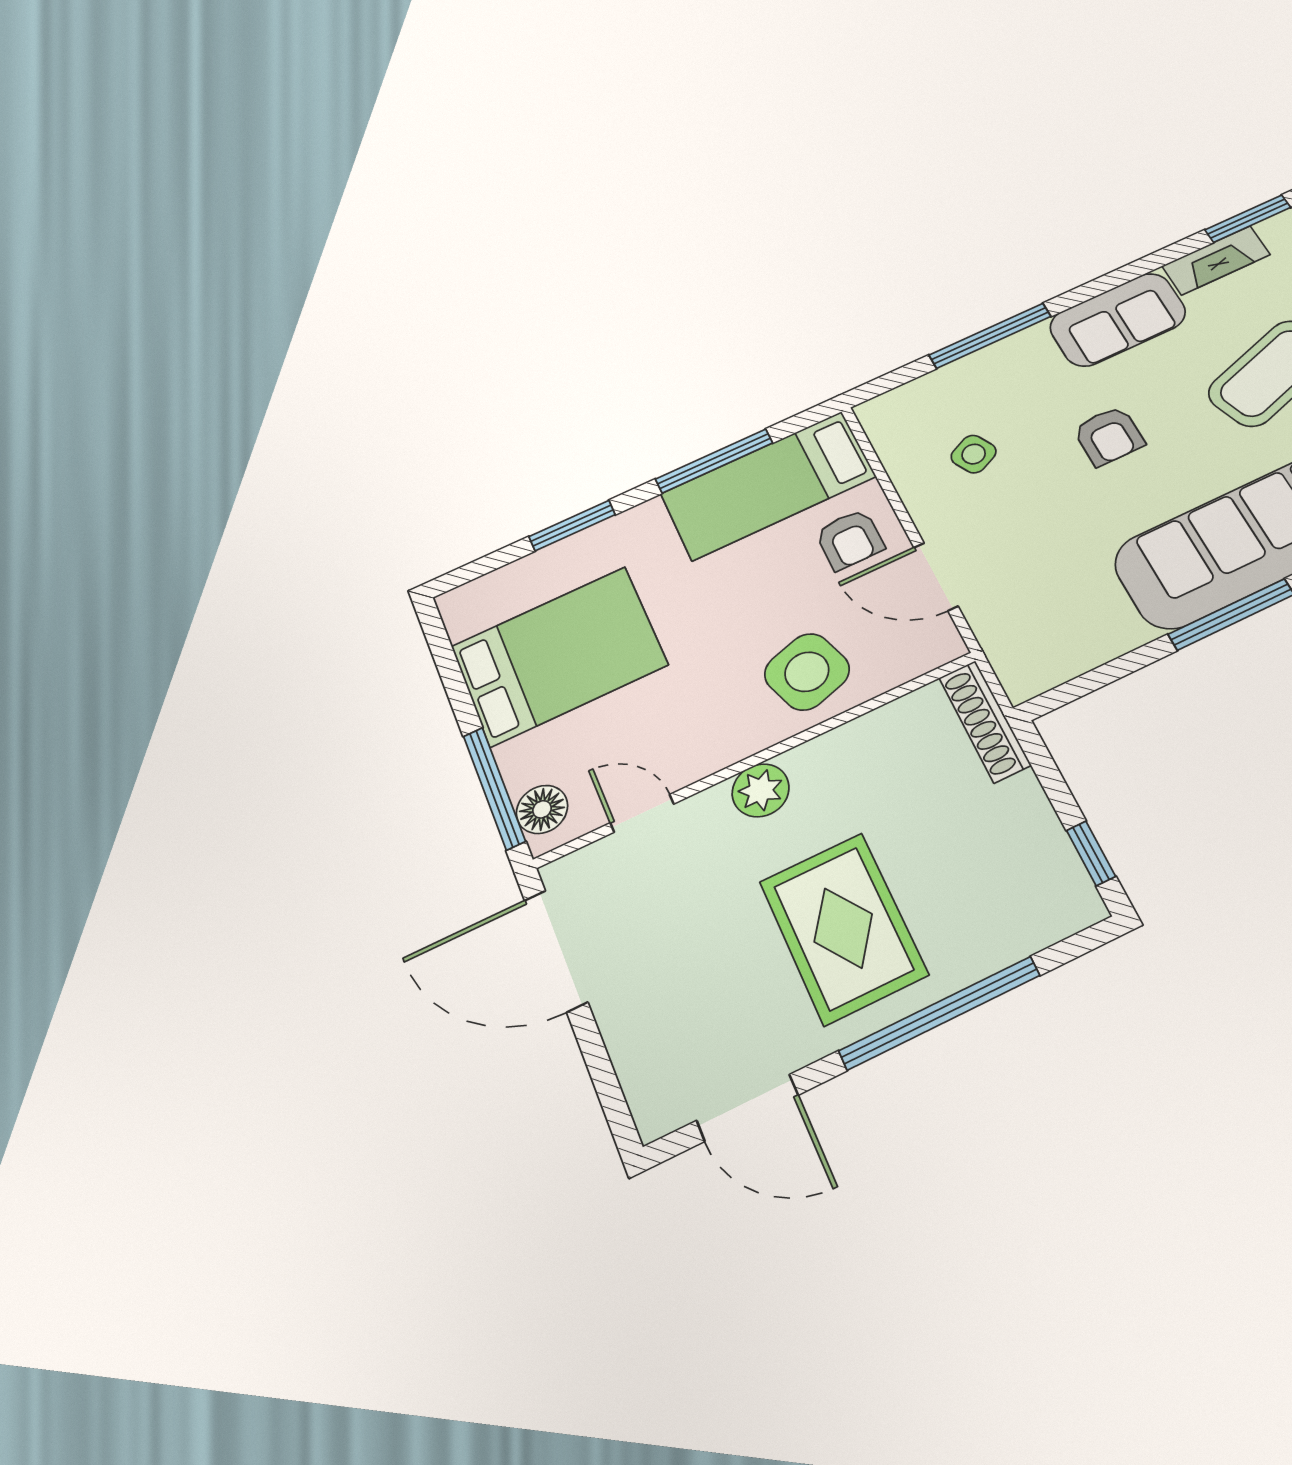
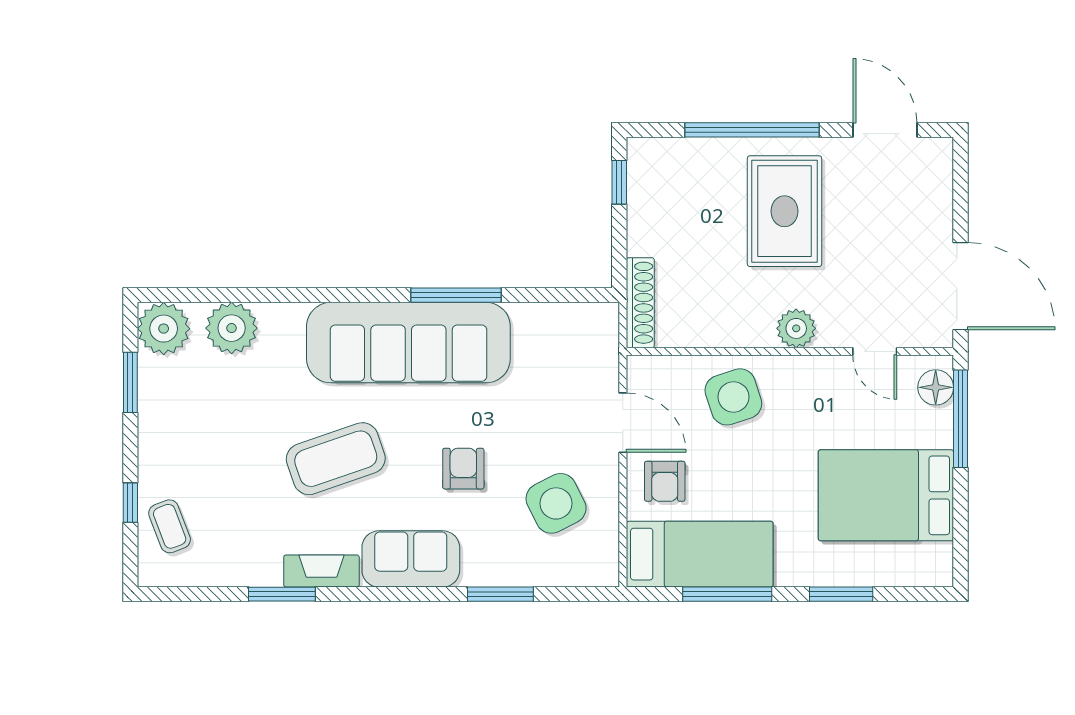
window: (990, 336) -> (500, 594), width x0.69
side table: (974, 454) -> (556, 503), width x1.87, depth x1.87
armchair: (850, 540) -> (665, 481), turned 180

